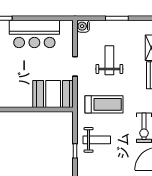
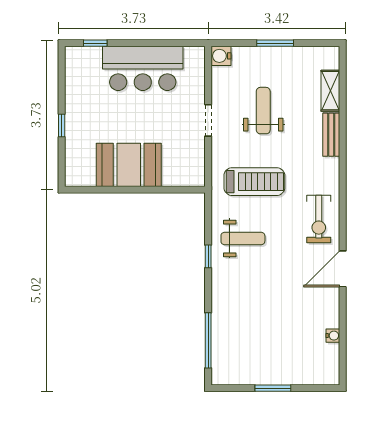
booth: (53, 94) -> (129, 165), moved

